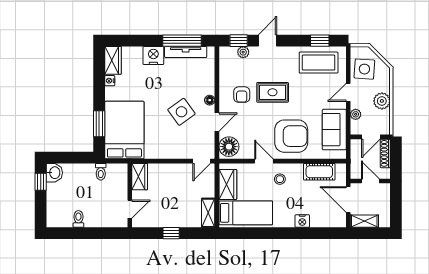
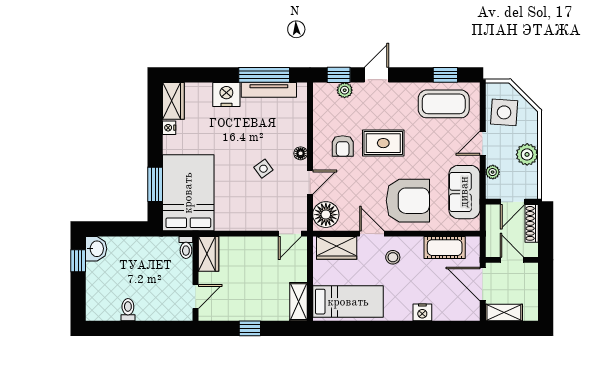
side table: (181, 112) -> (263, 169), width x0.54, depth x0.54
toilet: (101, 172) -> (186, 247), moved
wardrobe: (228, 184) -> (337, 248), moved, turned 90

